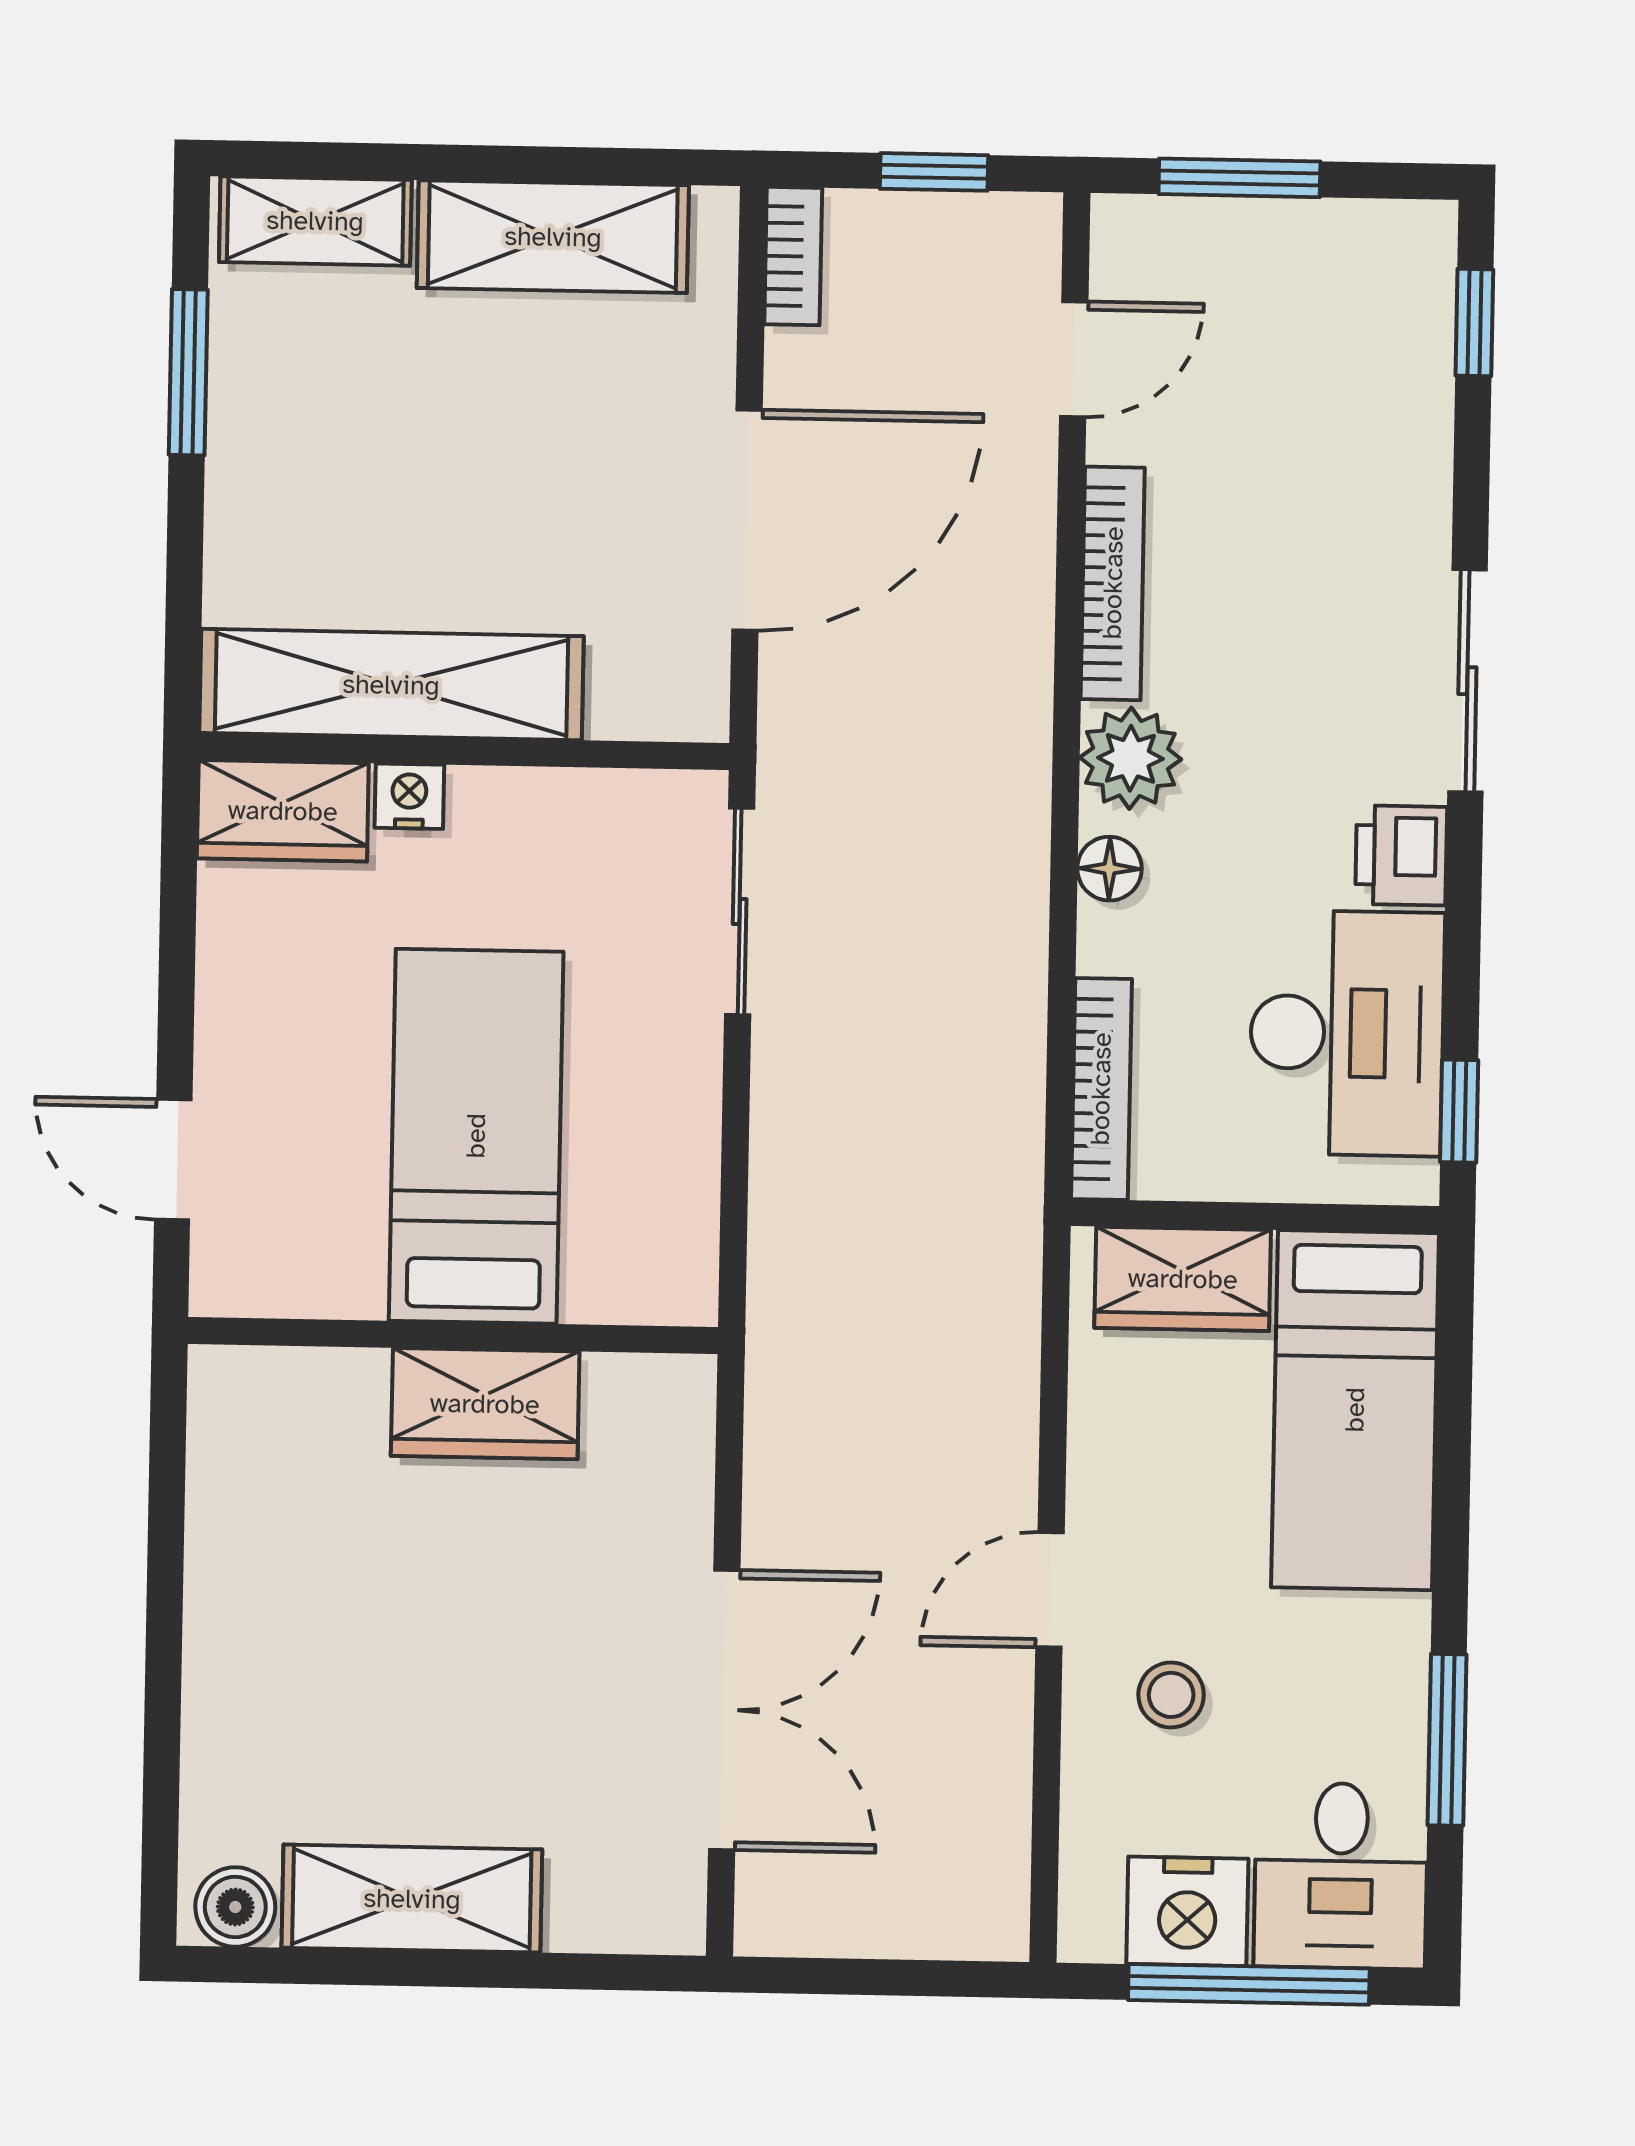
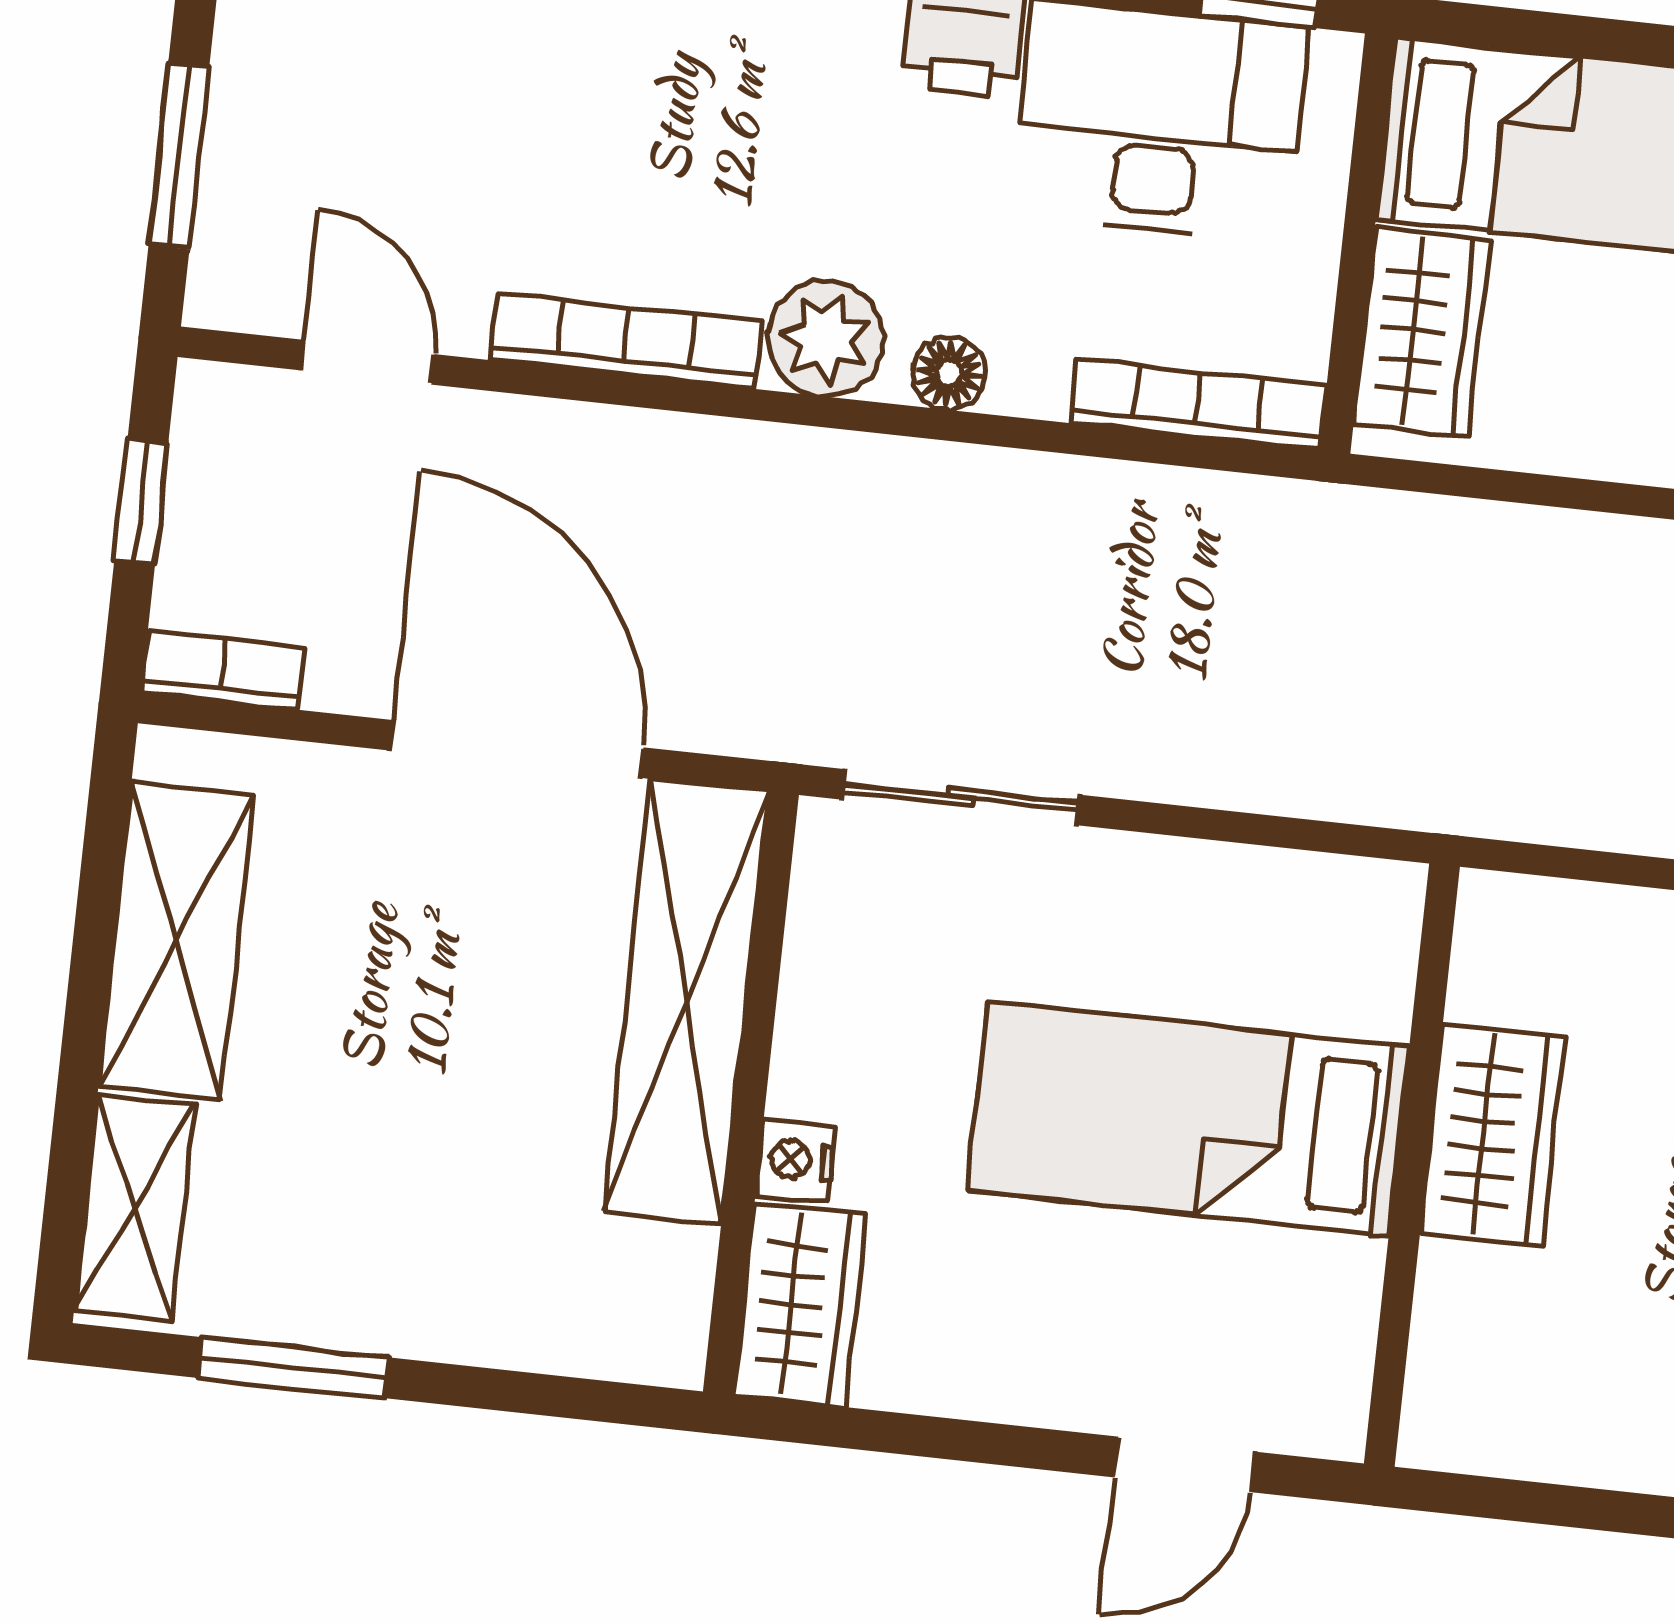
shelving: (391, 685) -> (686, 1002), moved

